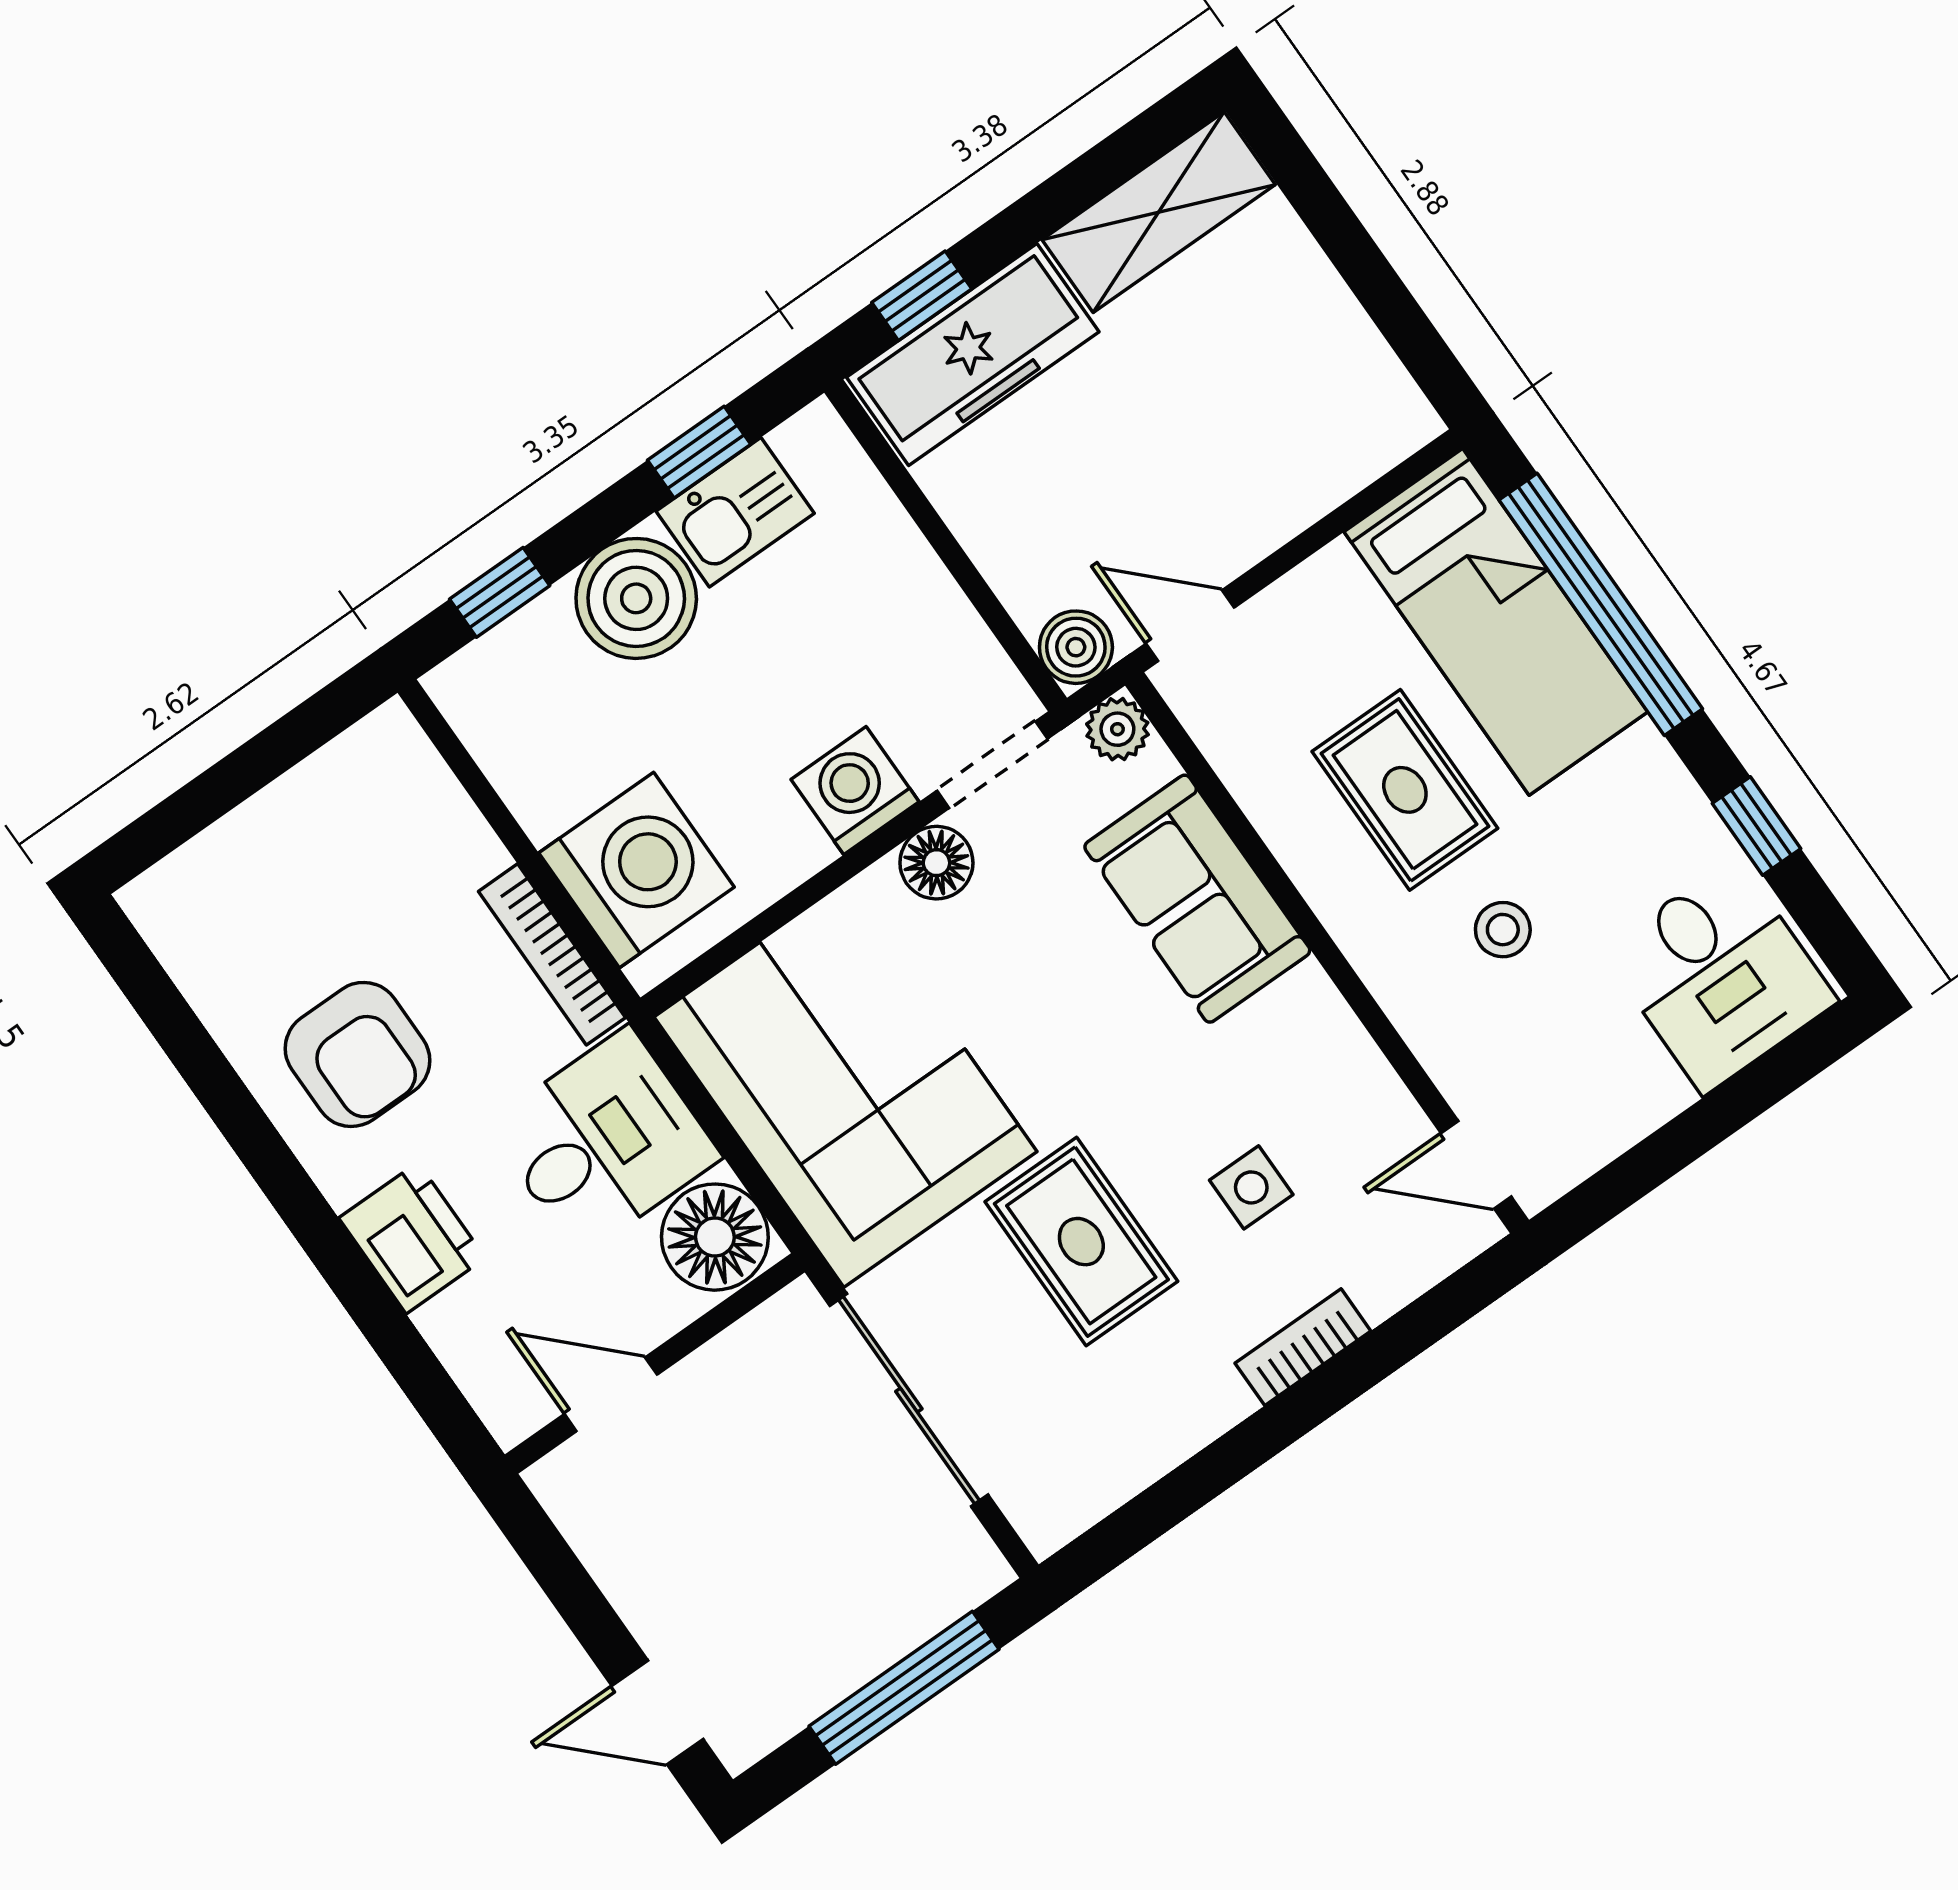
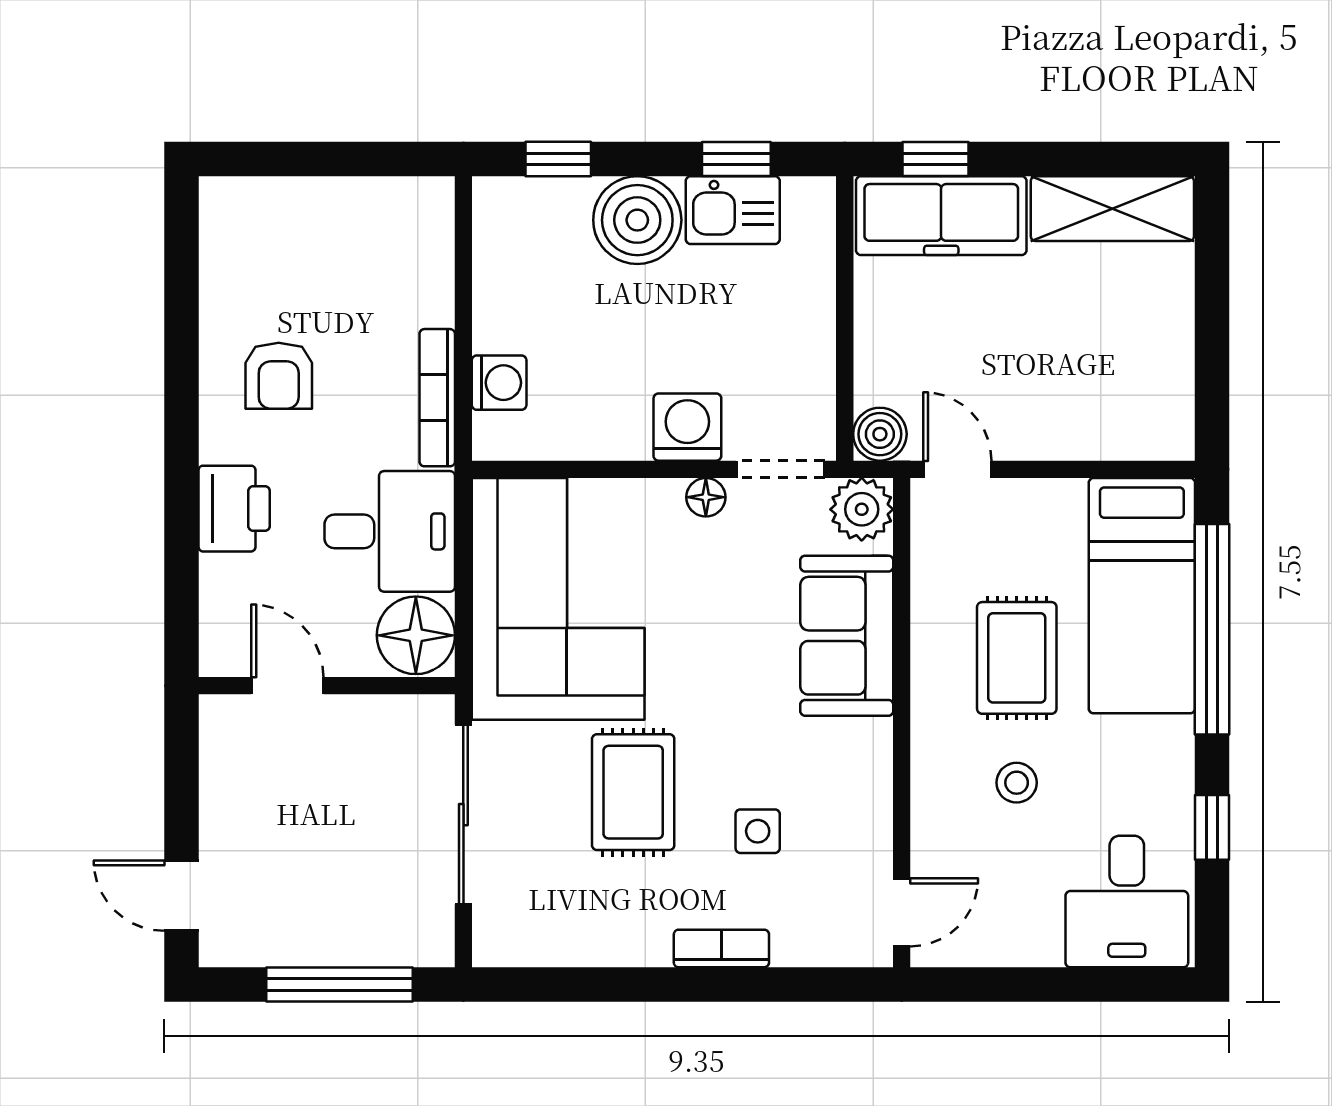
plant: (1117, 729) -> (862, 509), width x1.38, depth x1.38
floor lamp: (936, 863) -> (706, 497), width x0.73, depth x0.73
washing machine: (636, 870) -> (499, 383), width x0.53, depth x0.53
armchair: (357, 1054) -> (279, 376), width x0.72, depth x0.72
door: (1476, 1165) -> (902, 912), swing flipped

